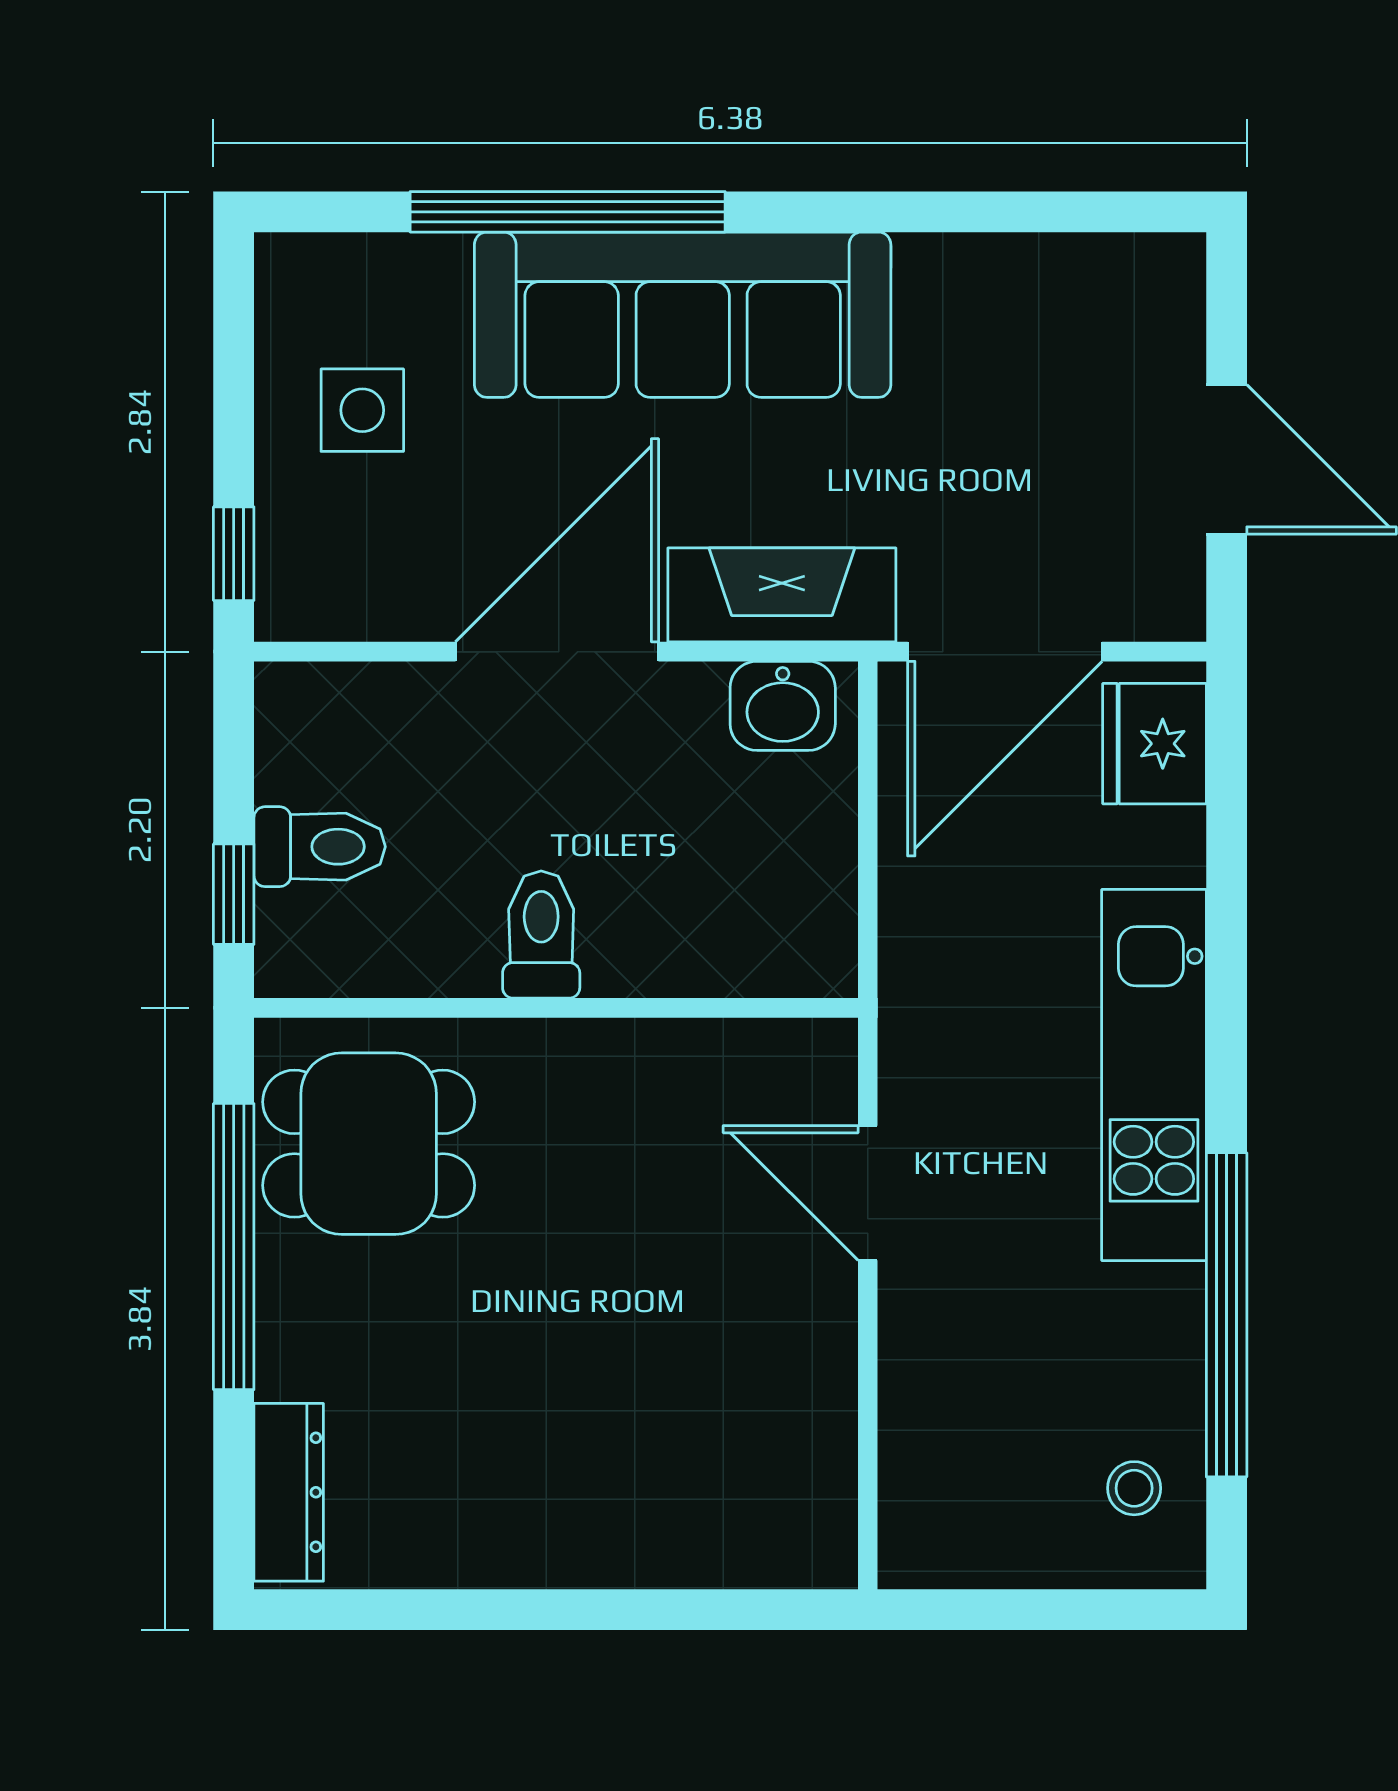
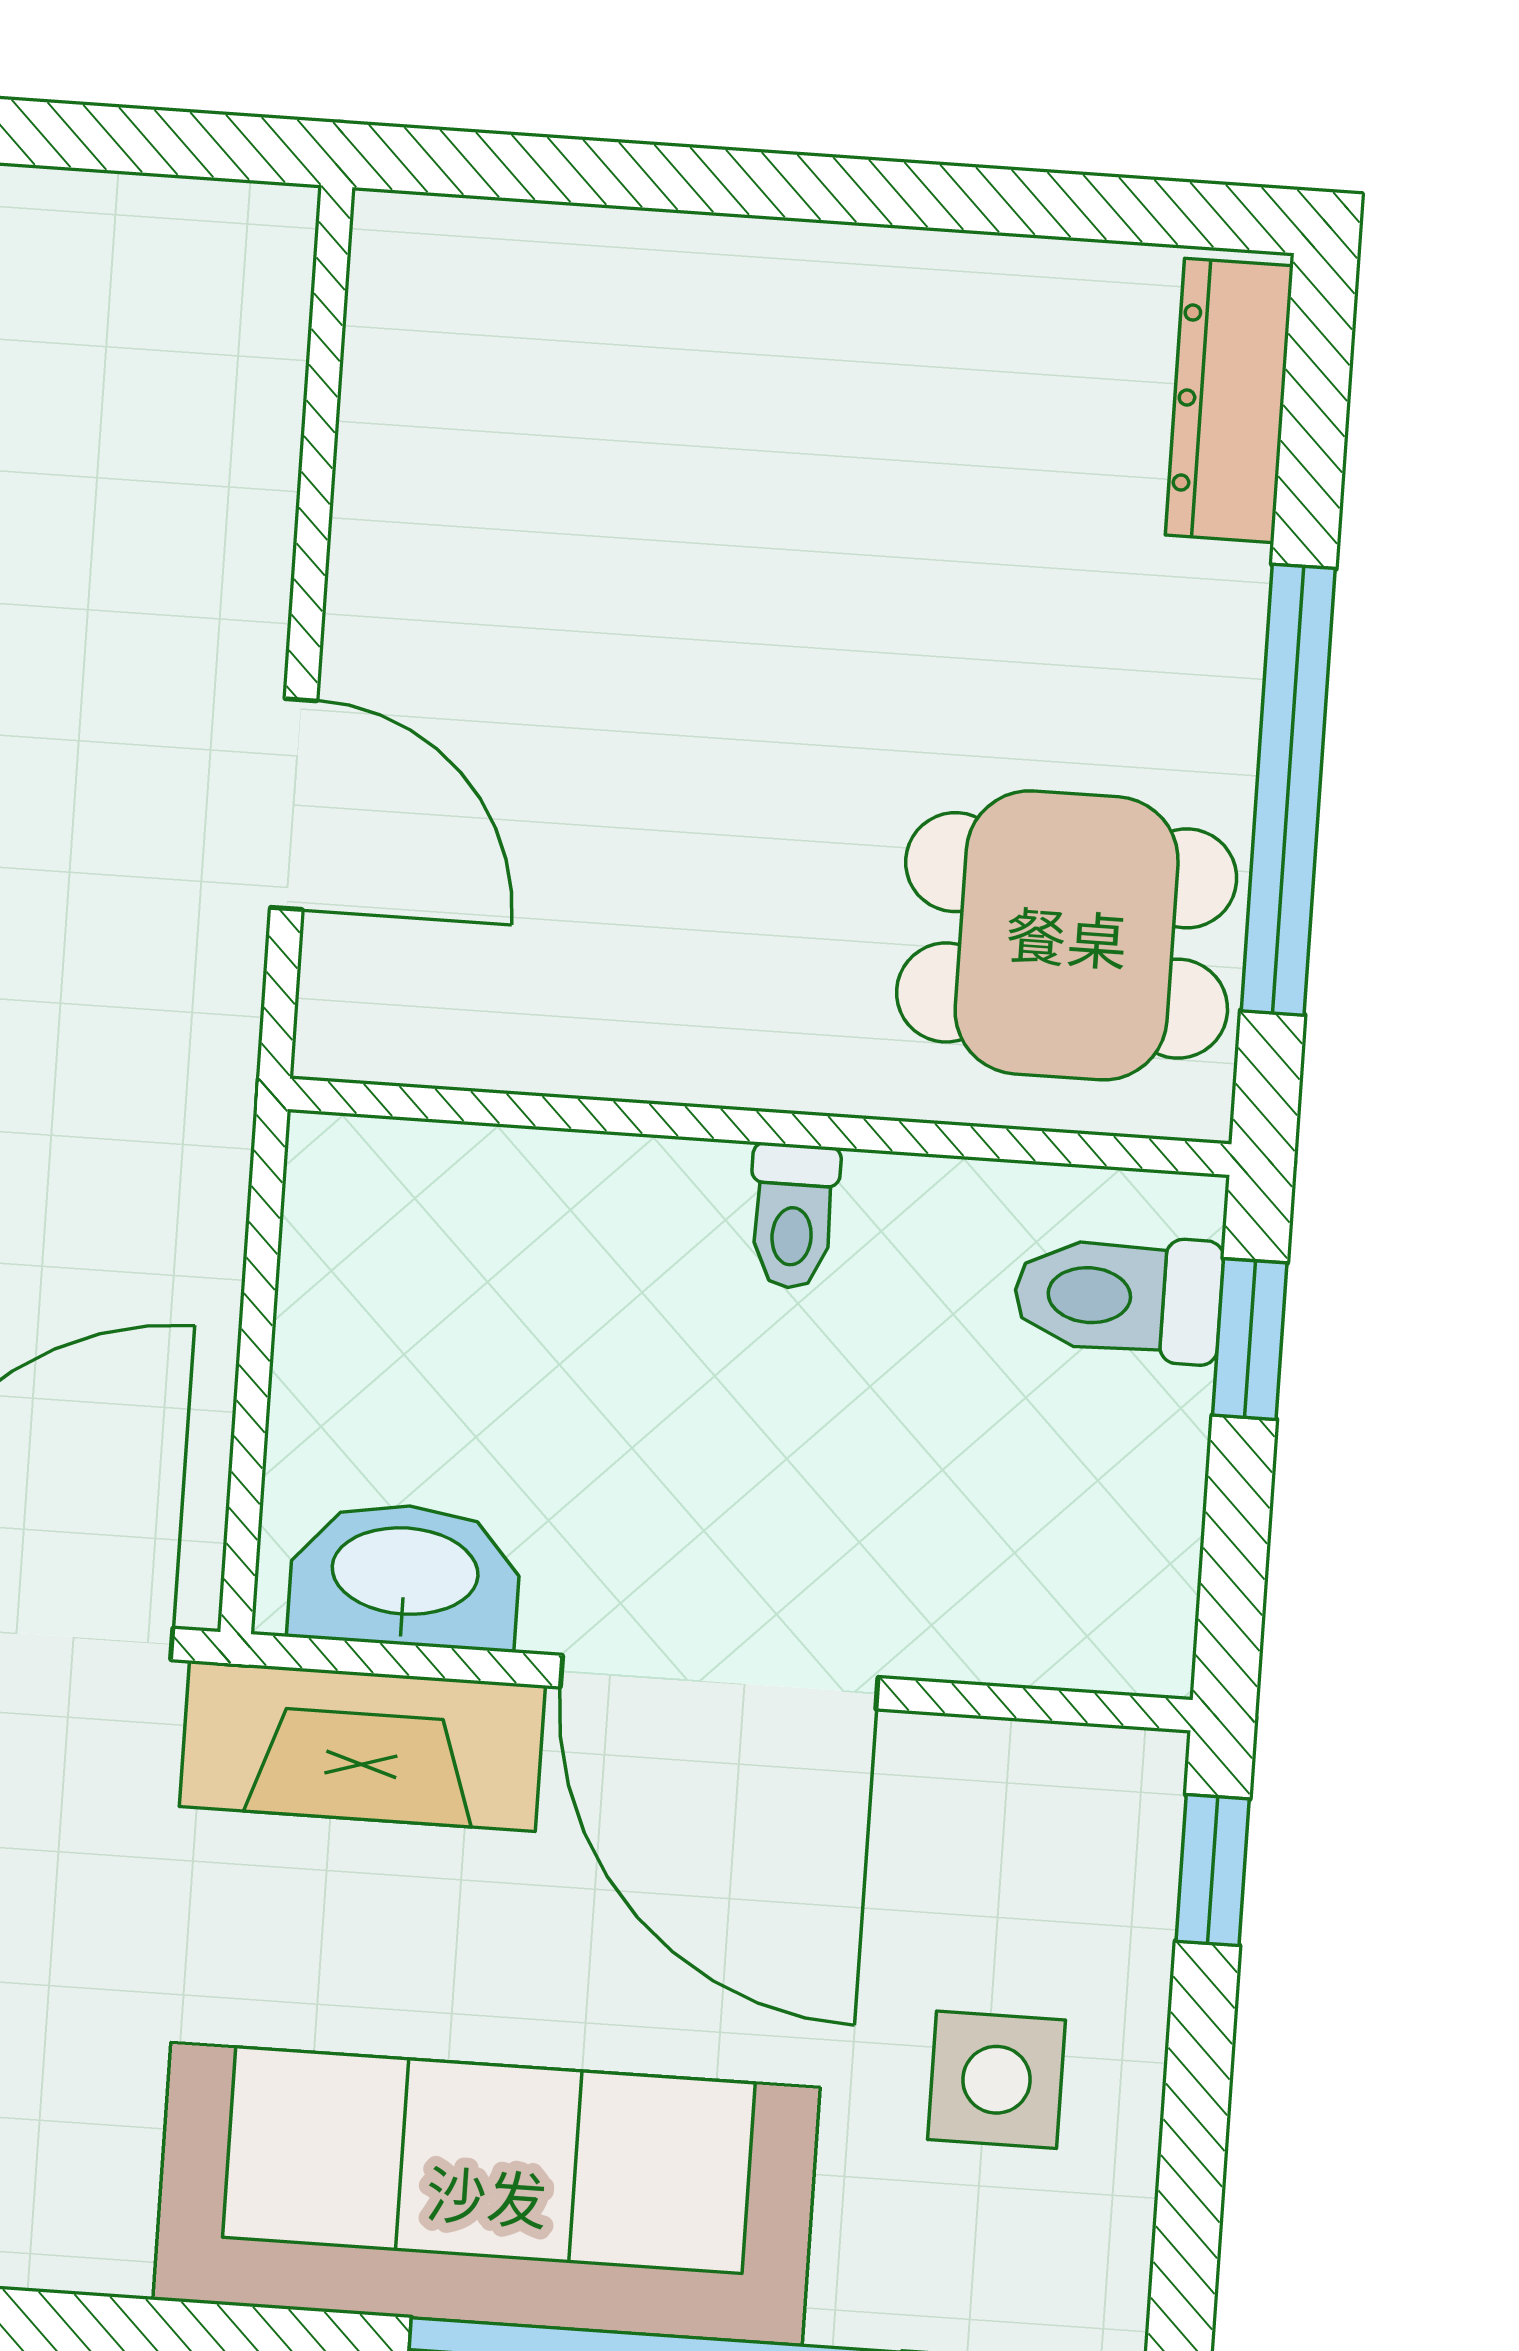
door: (557, 652) -> (719, 1682), hinge flipped
washbasin: (783, 706) -> (405, 1575), width x1.38
toilet: (320, 847) -> (1118, 1297), moved
toilet: (541, 935) -> (793, 1216), width x0.73, depth x0.72

